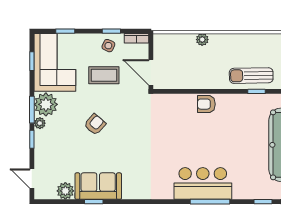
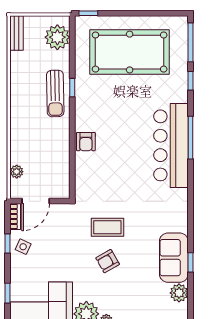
plant: (202, 40) -> (17, 172), moved
door: (151, 72) -> (36, 201), moved
coffee table: (104, 75) -> (107, 227), moved, turned 90
armchair: (95, 124) -> (108, 261), turned -71
bar counter: (203, 183) -> (171, 145), width x1.36

